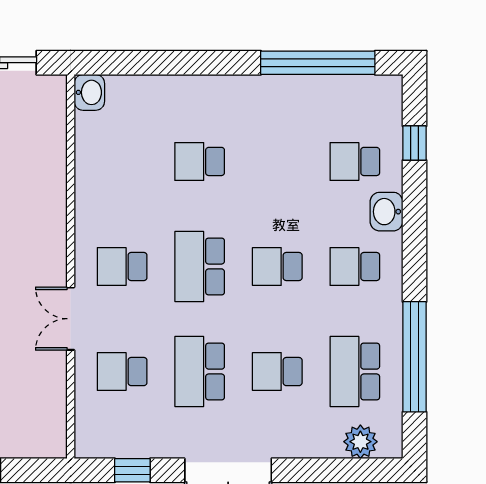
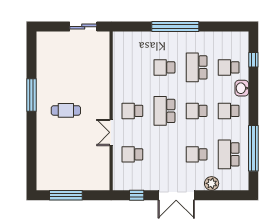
window: (318, 63) -> (175, 27), moved
washbasin: (89, 92) -> (119, 39), removed
school desk: (200, 372) -> (197, 67), moved
plant: (360, 442) -> (212, 183), moved

